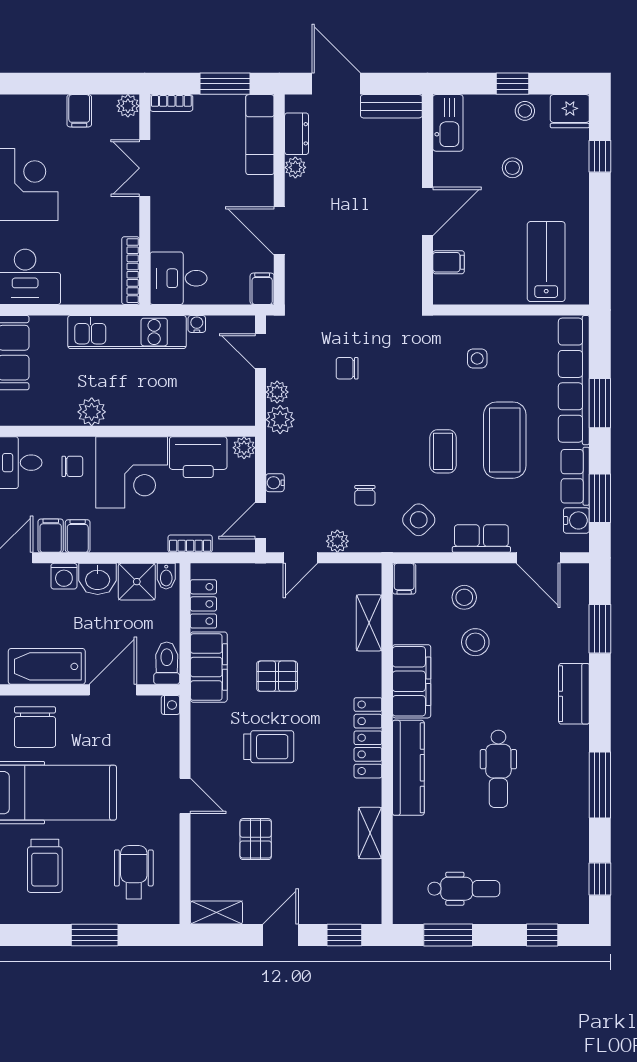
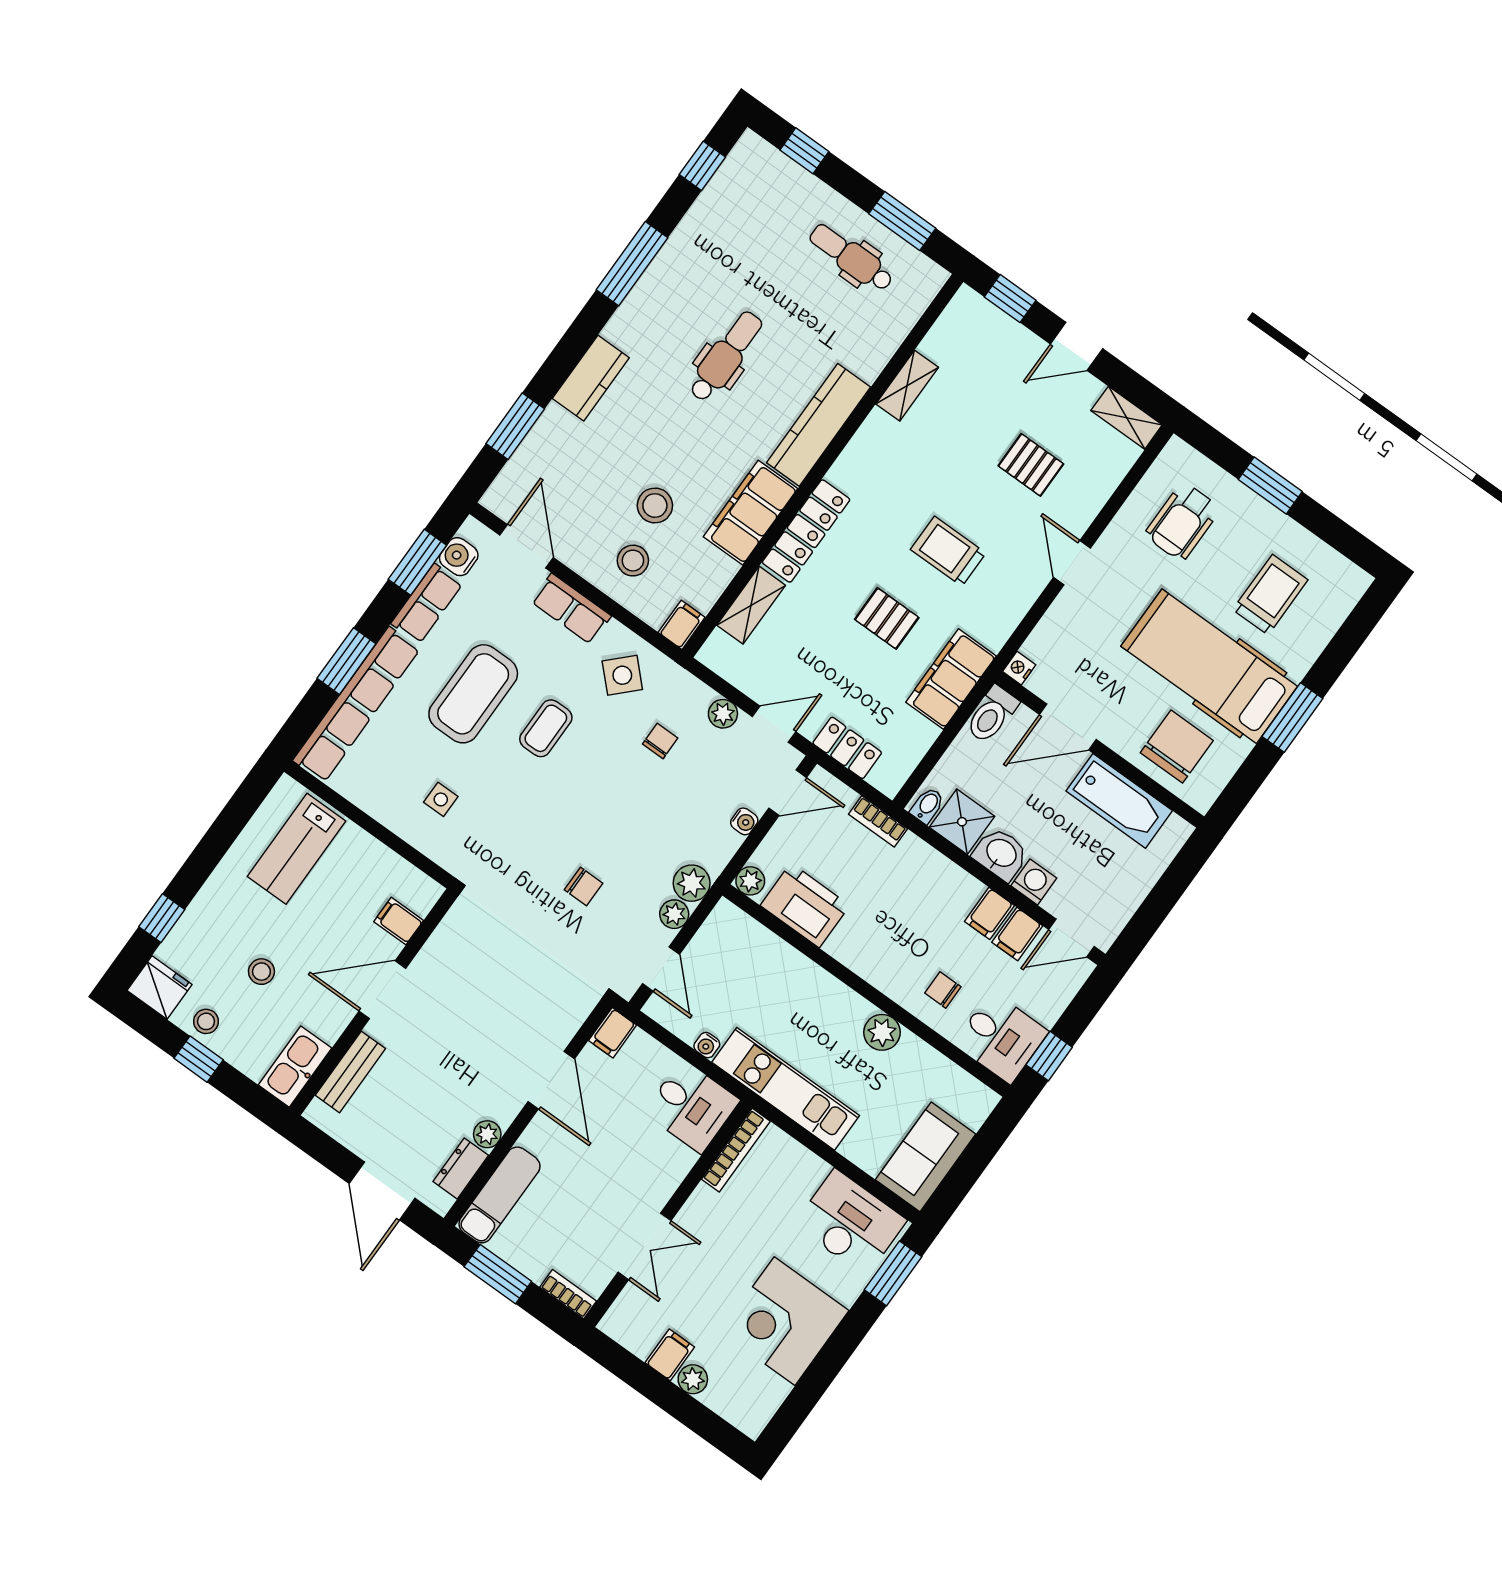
plant: (128, 106) -> (693, 1379), moved
bench: (391, 106) -> (350, 1072), moved, turned 90
corner desk: (132, 472) -> (886, 939), removed
locker: (203, 604) -> (847, 748), moved, turned 90
locker: (368, 738) -> (806, 531), moved
pallet: (256, 839) -> (1031, 465), turned 90

